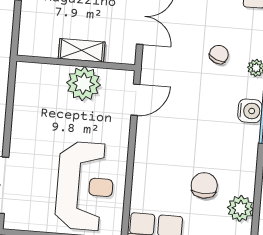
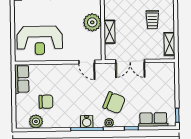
chair: (219, 54) -> (114, 103), width x1.87, depth x1.87
plant: (84, 84) -> (92, 22), moved

